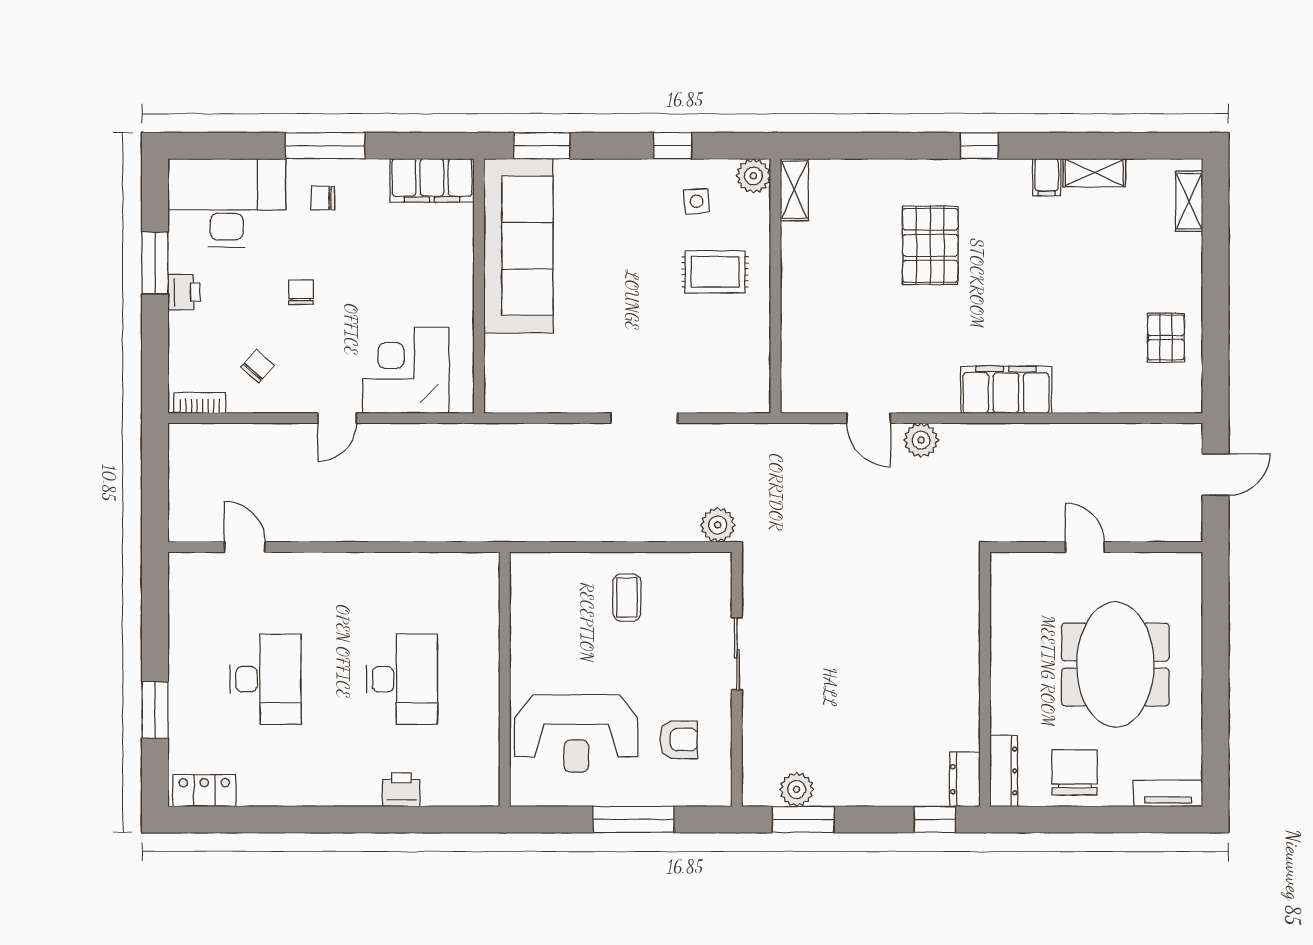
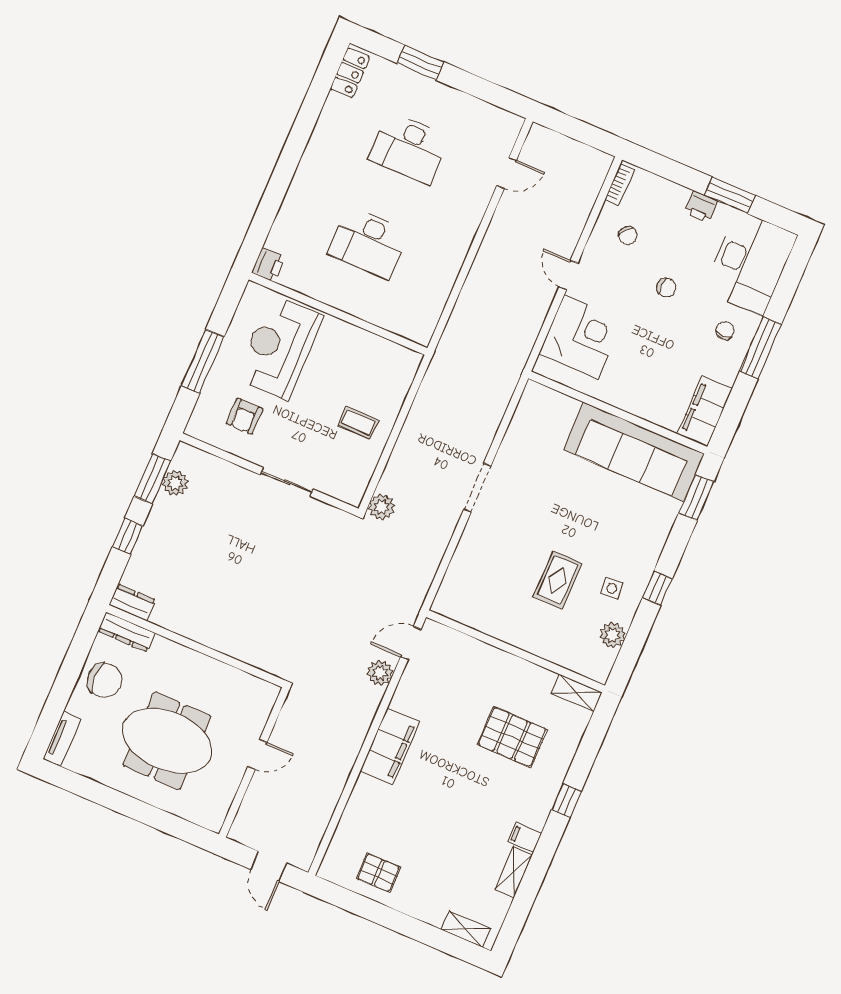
shelving: (794, 190) -> (577, 693), moved
wall: (775, 286) -> (515, 651), moved
printer: (401, 790) -> (269, 265), moved
window: (935, 819) -> (128, 536), moved

